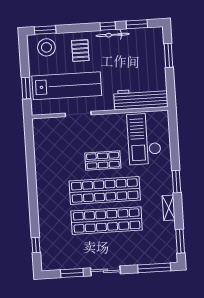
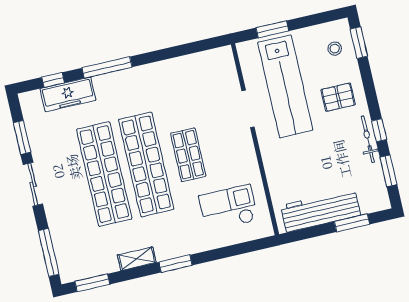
stool: (46, 47) -> (335, 49), width x0.53, depth x0.53
workbench: (141, 99) -> (320, 210), moved, turned -90
checkout: (144, 139) -> (228, 208), width x0.73, depth x0.83
window: (33, 206) -> (107, 67), added
freezer: (48, 237) -> (68, 94), added

